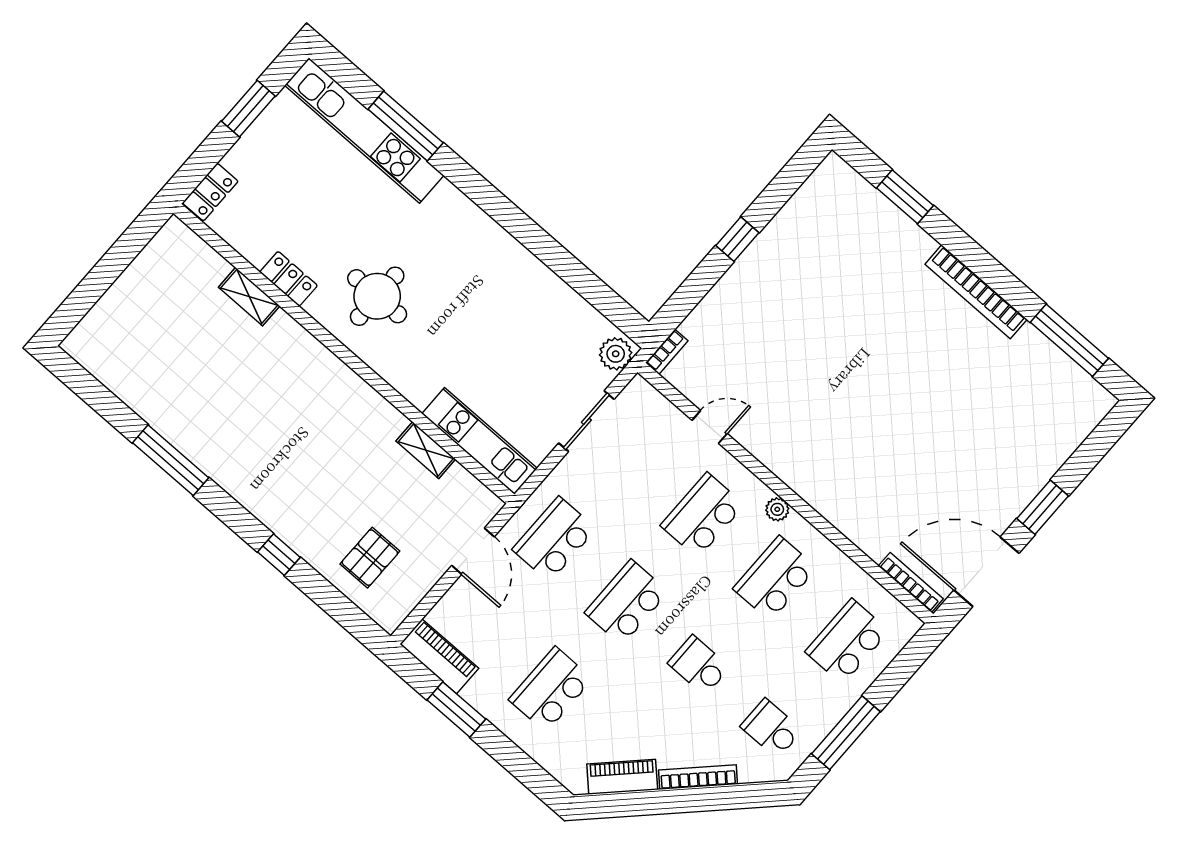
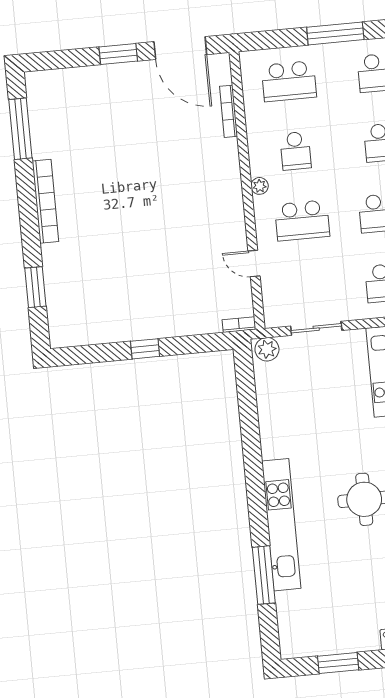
kitchen unit: (364, 130) -> (281, 525), moved
school desk: (775, 578) -> (295, 151), width x0.54
bookcase: (911, 582) -> (229, 111), moved

